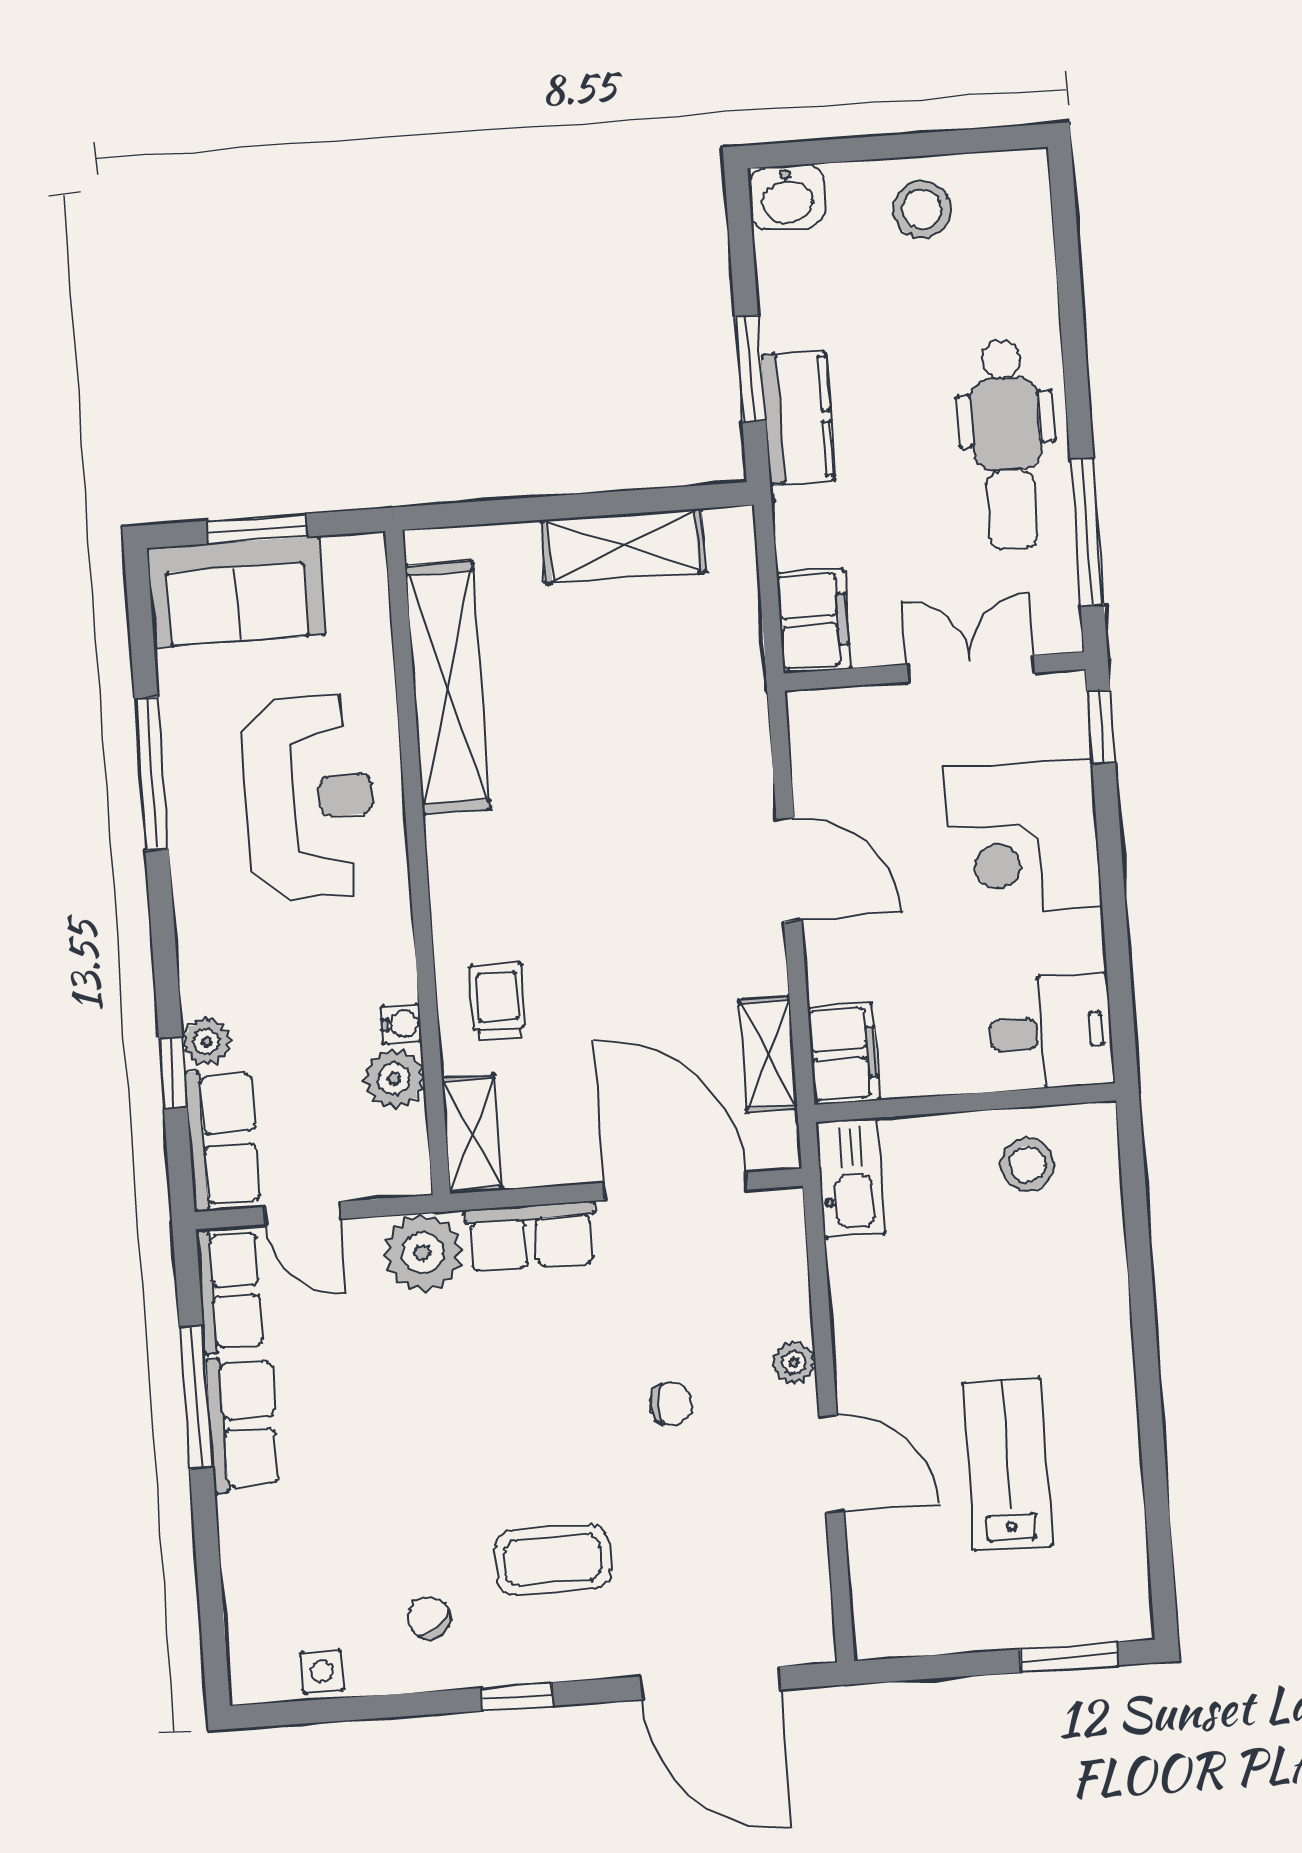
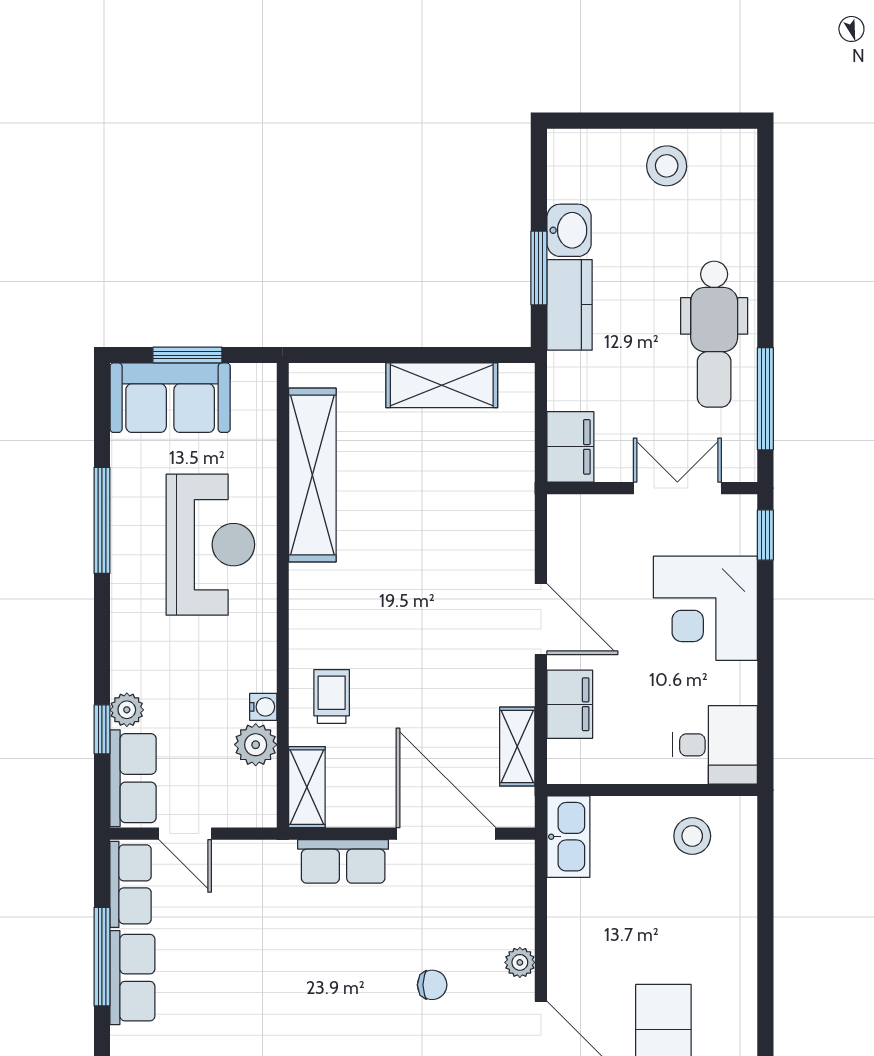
washbasin: (787, 197) -> (569, 230), moved, turned -90
filing cabinet: (843, 1054) -> (570, 704), moved
plant: (423, 1253) -> (267, 867), removed

